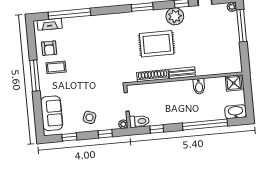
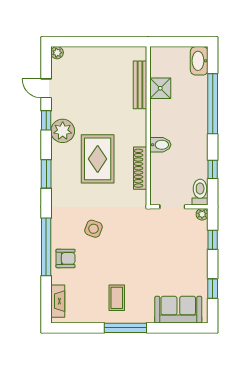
window: (69, 14) -> (46, 247), moved
window: (242, 26) -> (84, 42), removed
armchair: (49, 48) -> (66, 258), moved
bench: (182, 73) -> (140, 85), moved, width x1.36
shower: (234, 83) -> (160, 88), moved
bidet: (199, 86) -> (160, 145), moved
side table: (90, 117) -> (94, 229), moved

